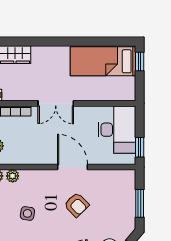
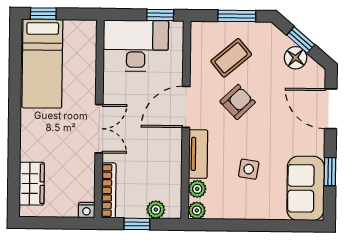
tv unit: (38, 176) -> (198, 154), added
coffee table: (109, 200) -> (231, 58), added

